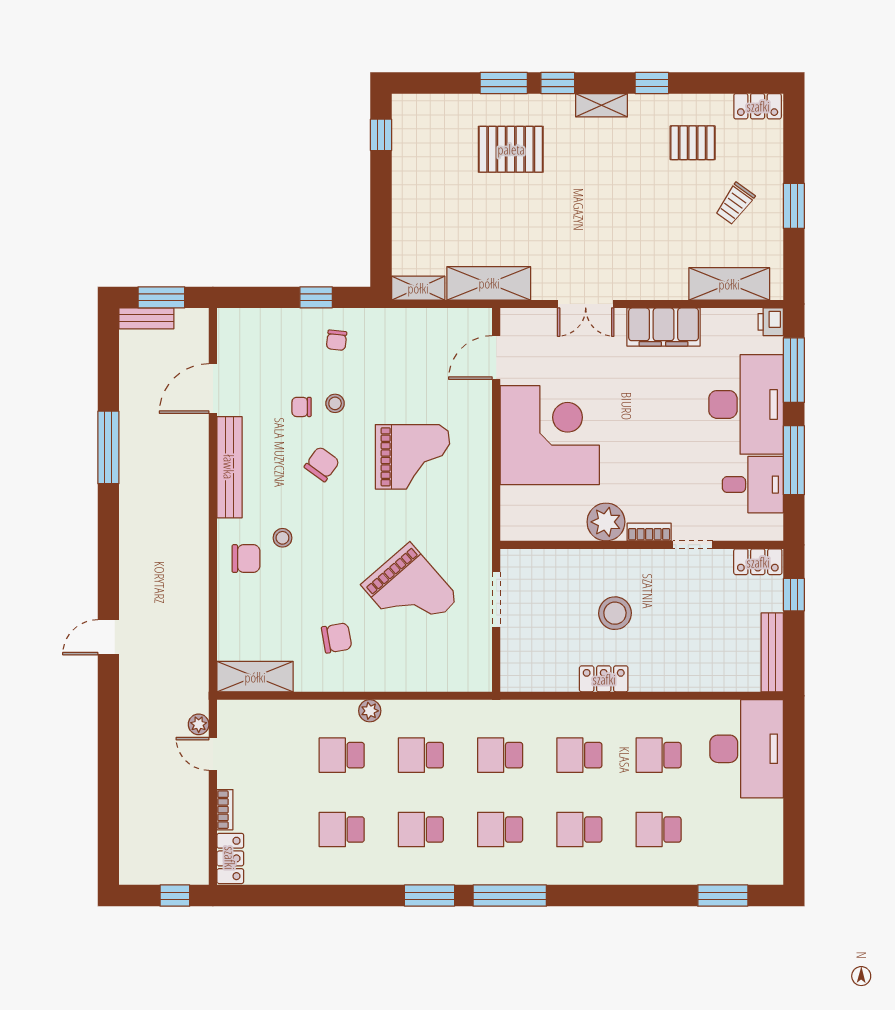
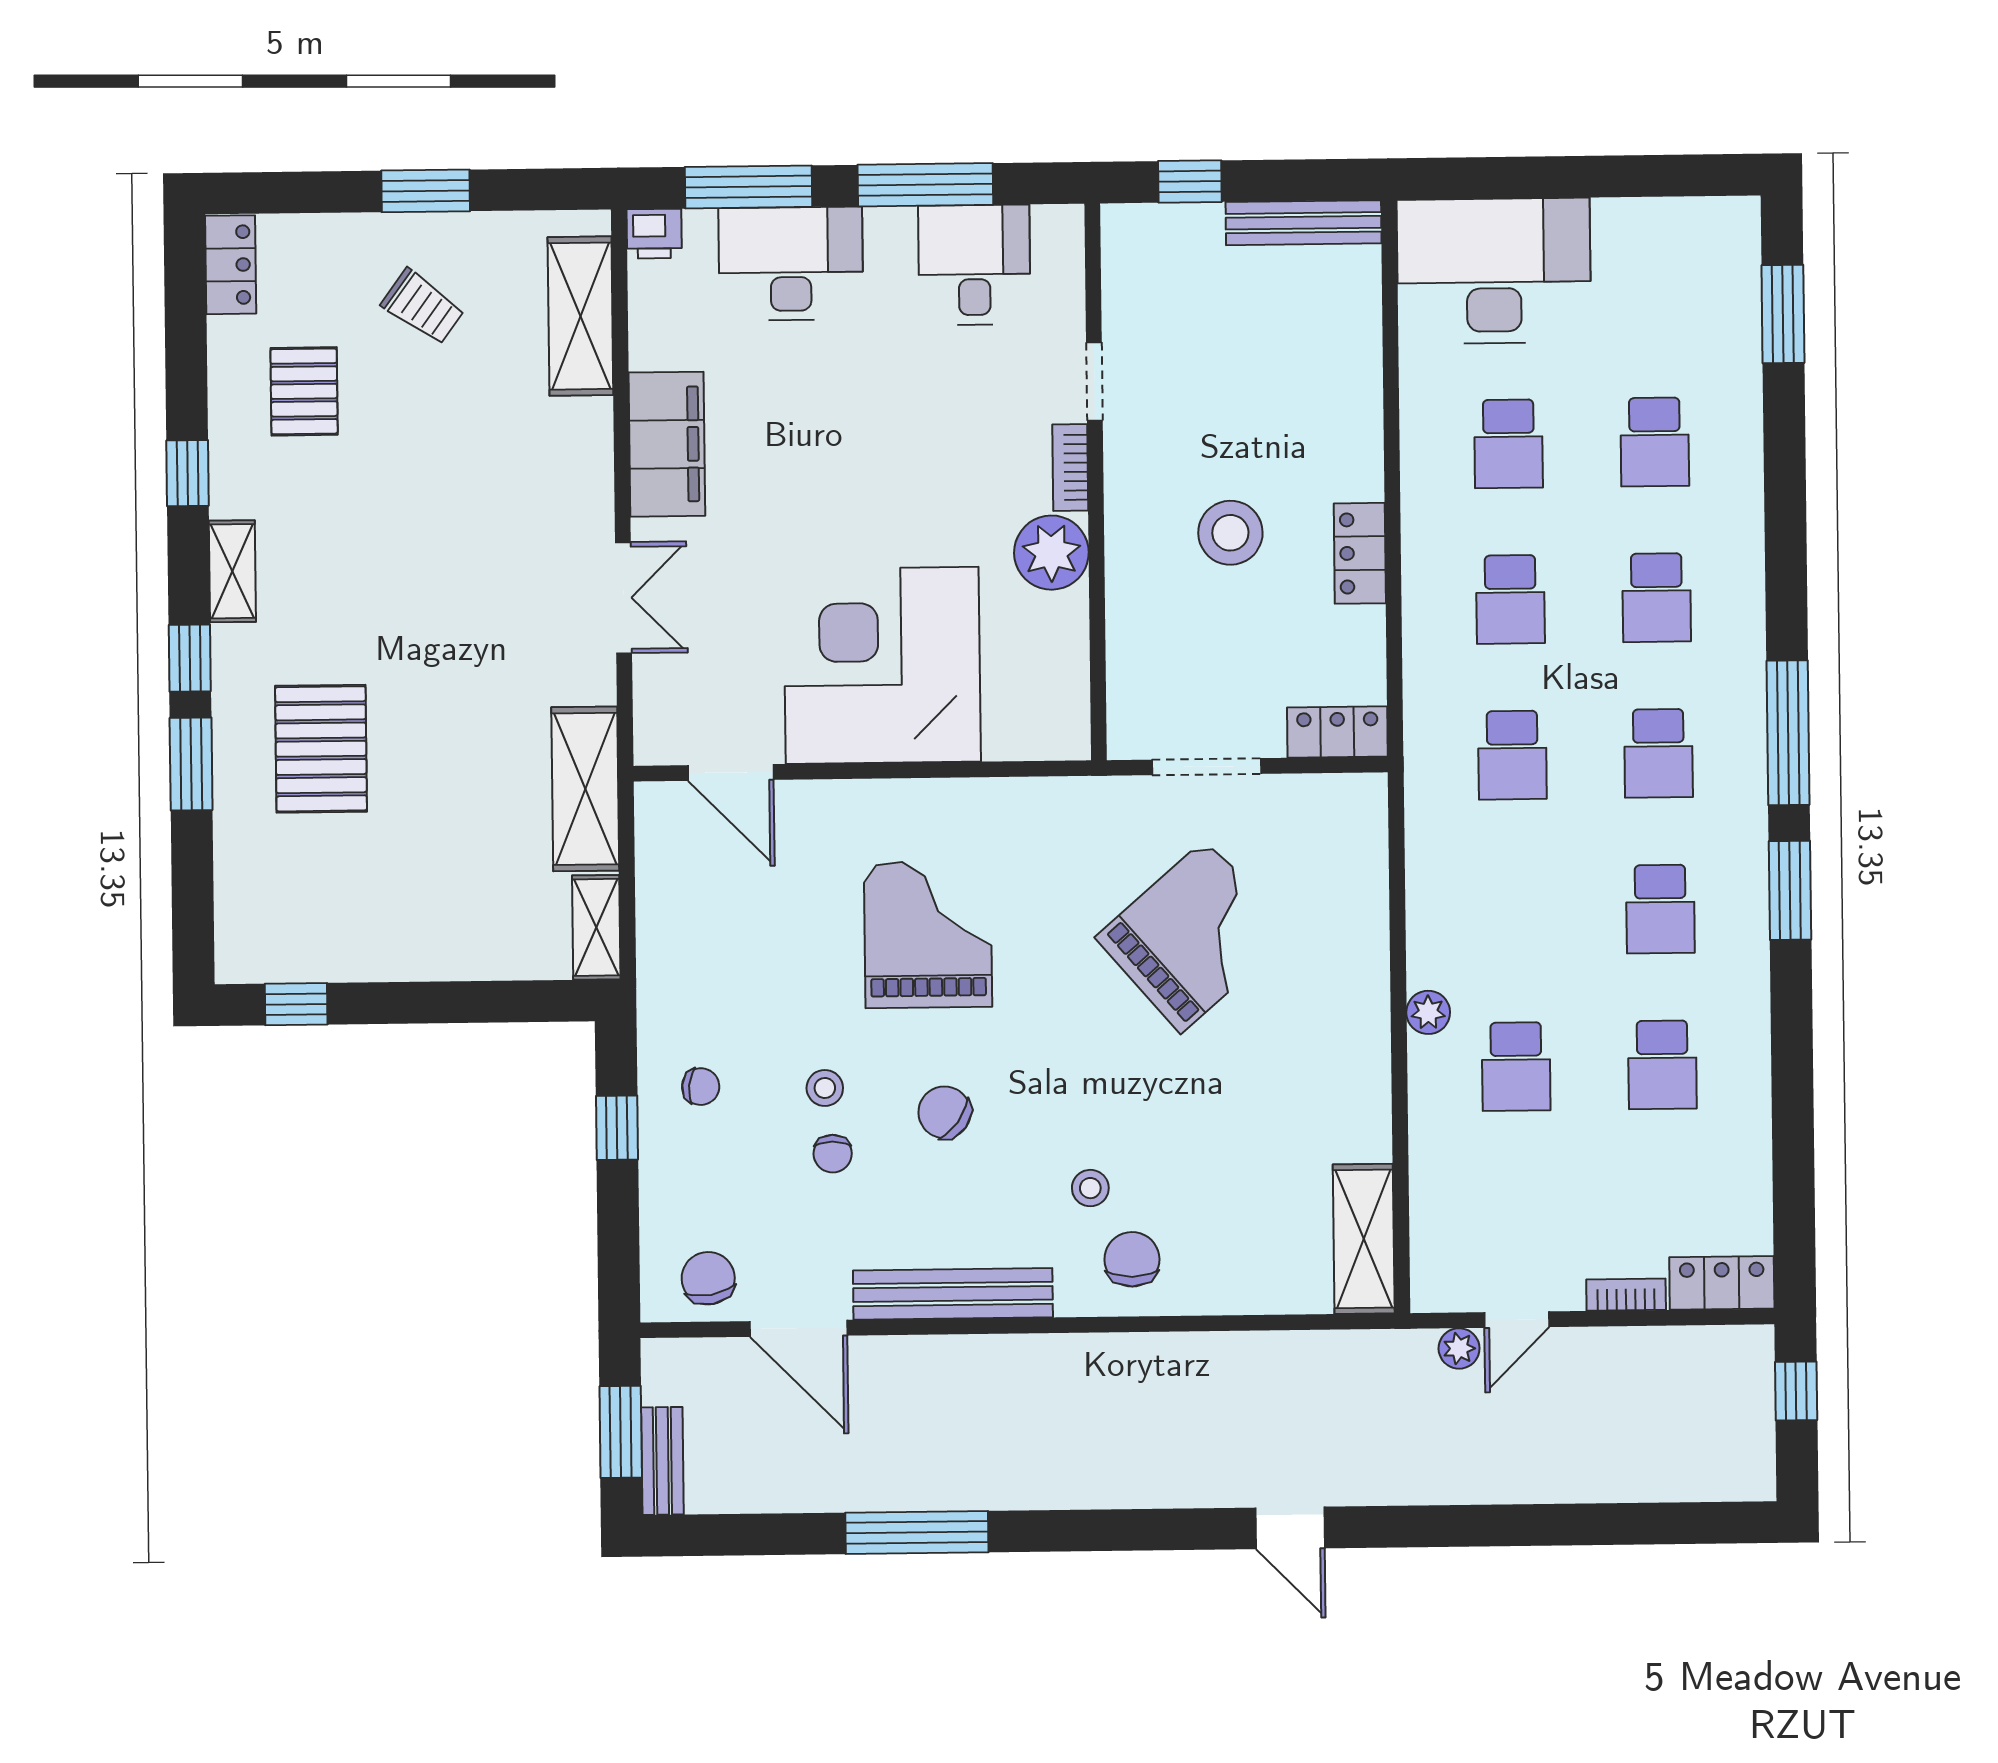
desk: (746, 404) -> (791, 264), width x0.73, depth x0.77
locker: (758, 562) -> (1337, 732), moved, turned -90
chair: (337, 638) -> (708, 1278), moved
school desk: (421, 755) -> (1514, 911), removed

